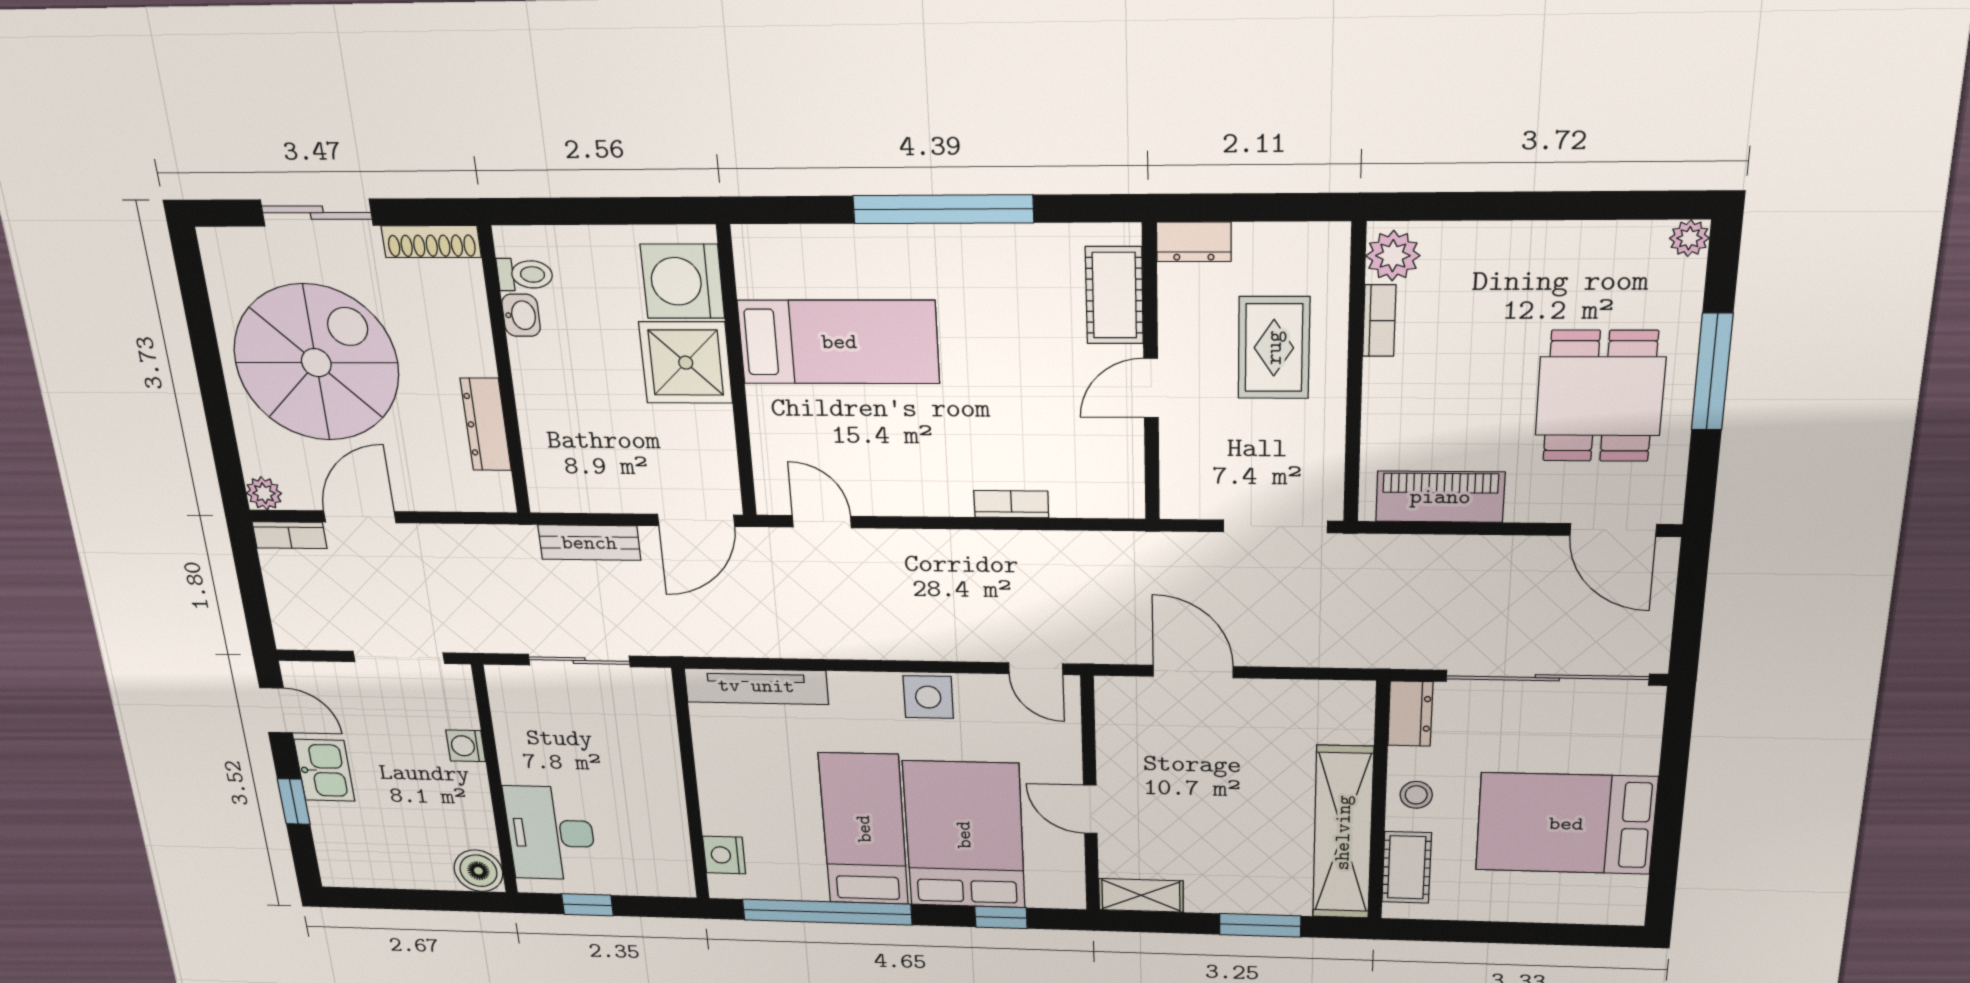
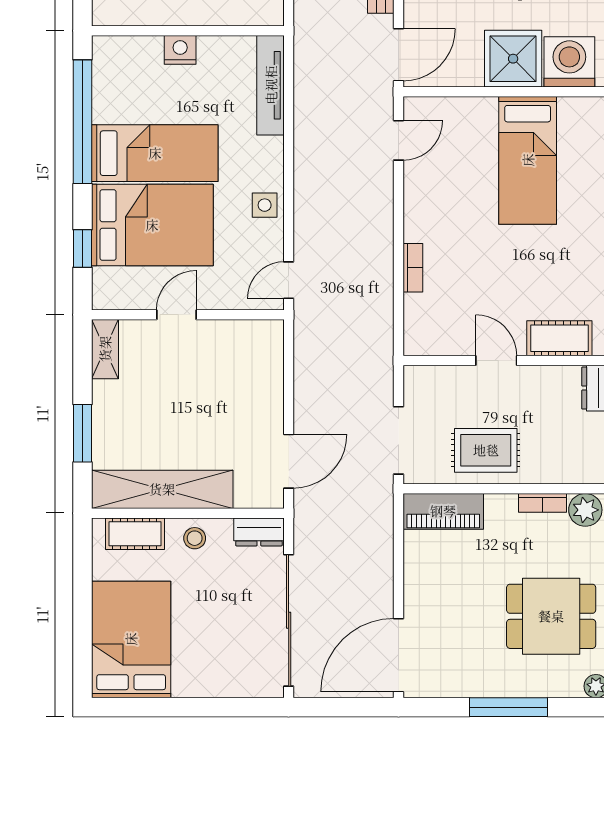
rug: (1274, 348) -> (486, 450), moved
dining table: (1600, 396) -> (551, 616), moved
piano: (1440, 497) -> (443, 511), moved, turned 90
door: (696, 520) -> (399, 55), swing flipped
door: (1613, 530) -> (399, 655), width x1.36
door: (1193, 671) -> (289, 461), moved
side table: (928, 697) -> (265, 205), width x0.73, depth x0.73
bed: (1566, 824) -> (131, 639), moved
nightstand: (724, 855) -> (180, 50), moved

